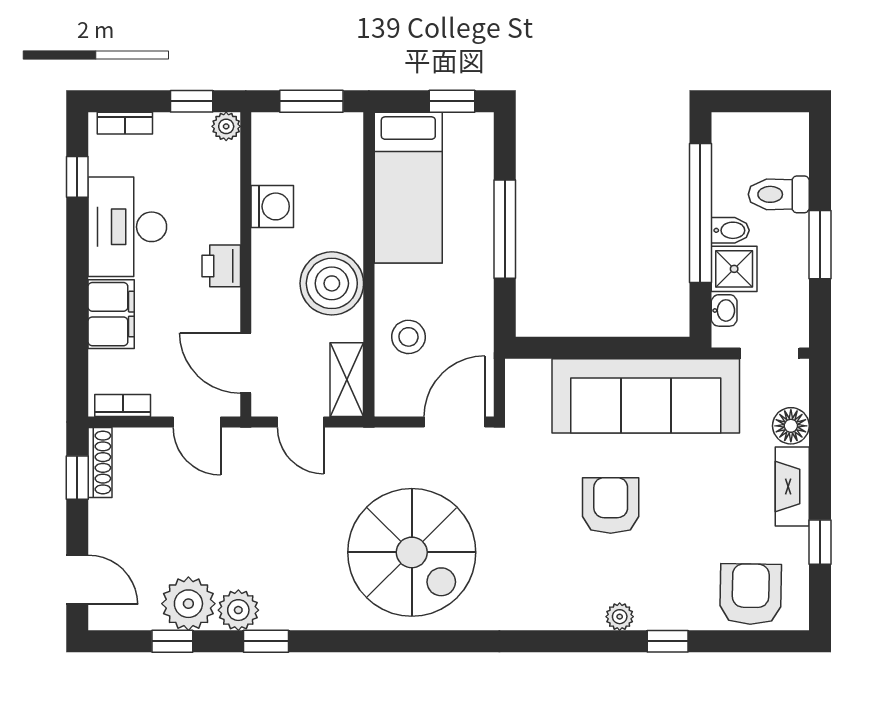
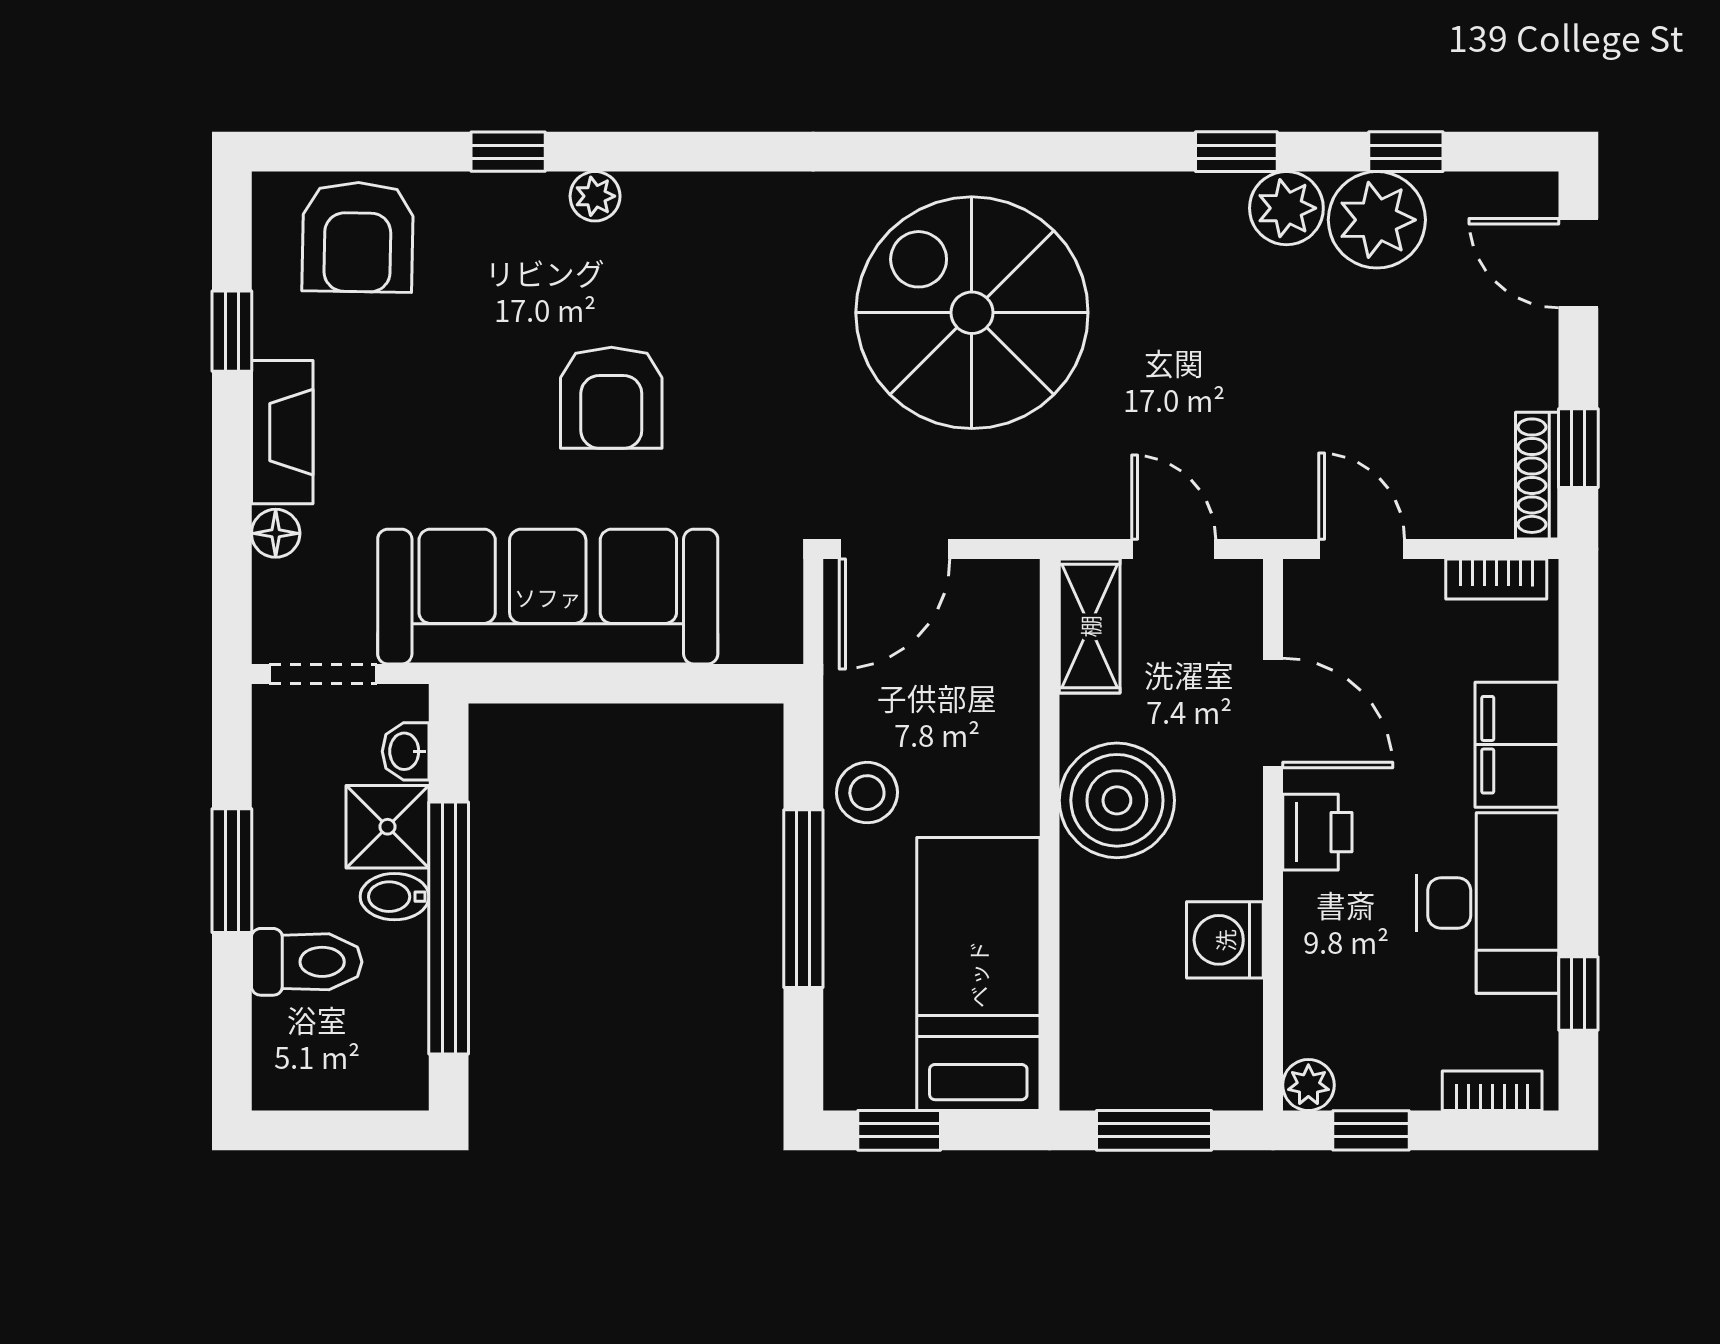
stool: (408, 337) -> (867, 793), moved
door: (246, 363) -> (1273, 713), moved
floor lamp: (791, 426) -> (276, 533), width x0.73, depth x0.73

